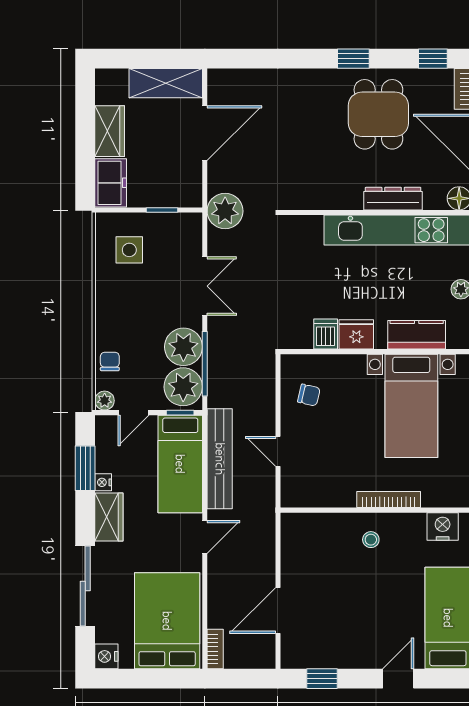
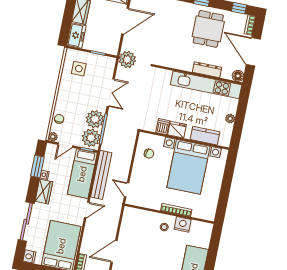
bed with nightstands: (411, 406) -> (188, 167), width x1.36
door: (278, 451) -> (127, 190), moved
nightstand: (443, 527) -> (183, 224), moved

